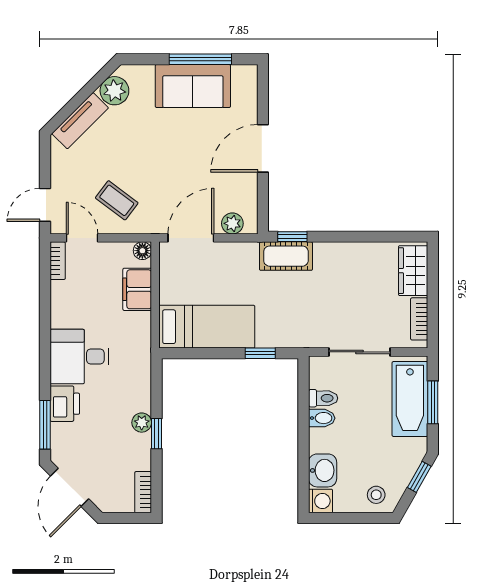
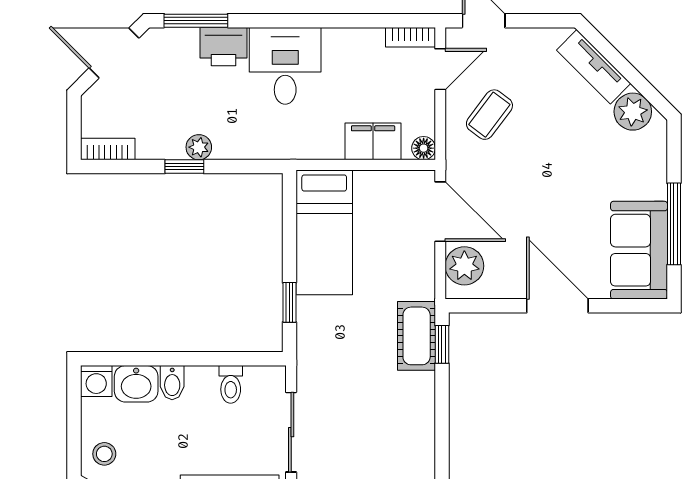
sofa: (193, 86) -> (639, 250), moved
plant: (232, 223) -> (464, 266), width x1.38, depth x1.38
bidet: (322, 418) -> (172, 383), moved

